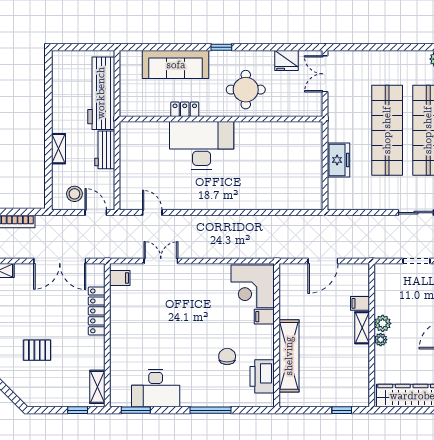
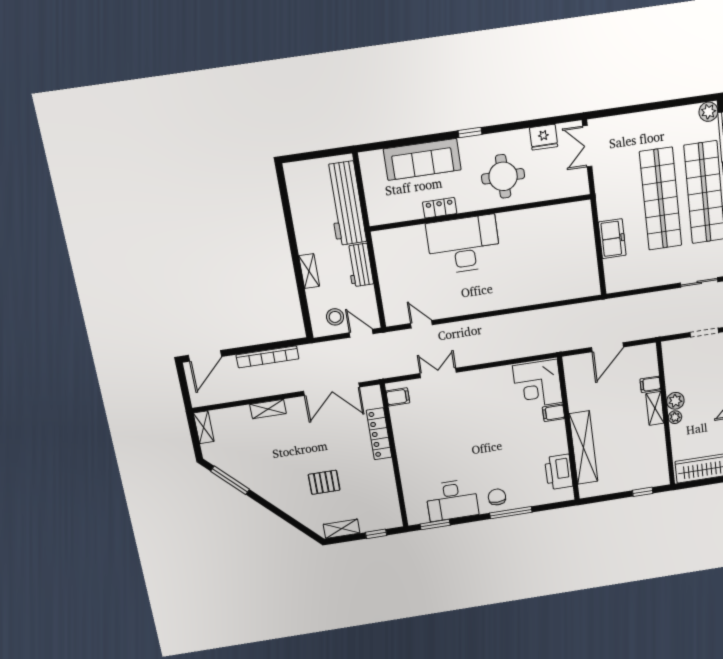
chair: (227, 357) -> (497, 497), moved
shelving: (97, 387) -> (342, 529), moved, turned 90

